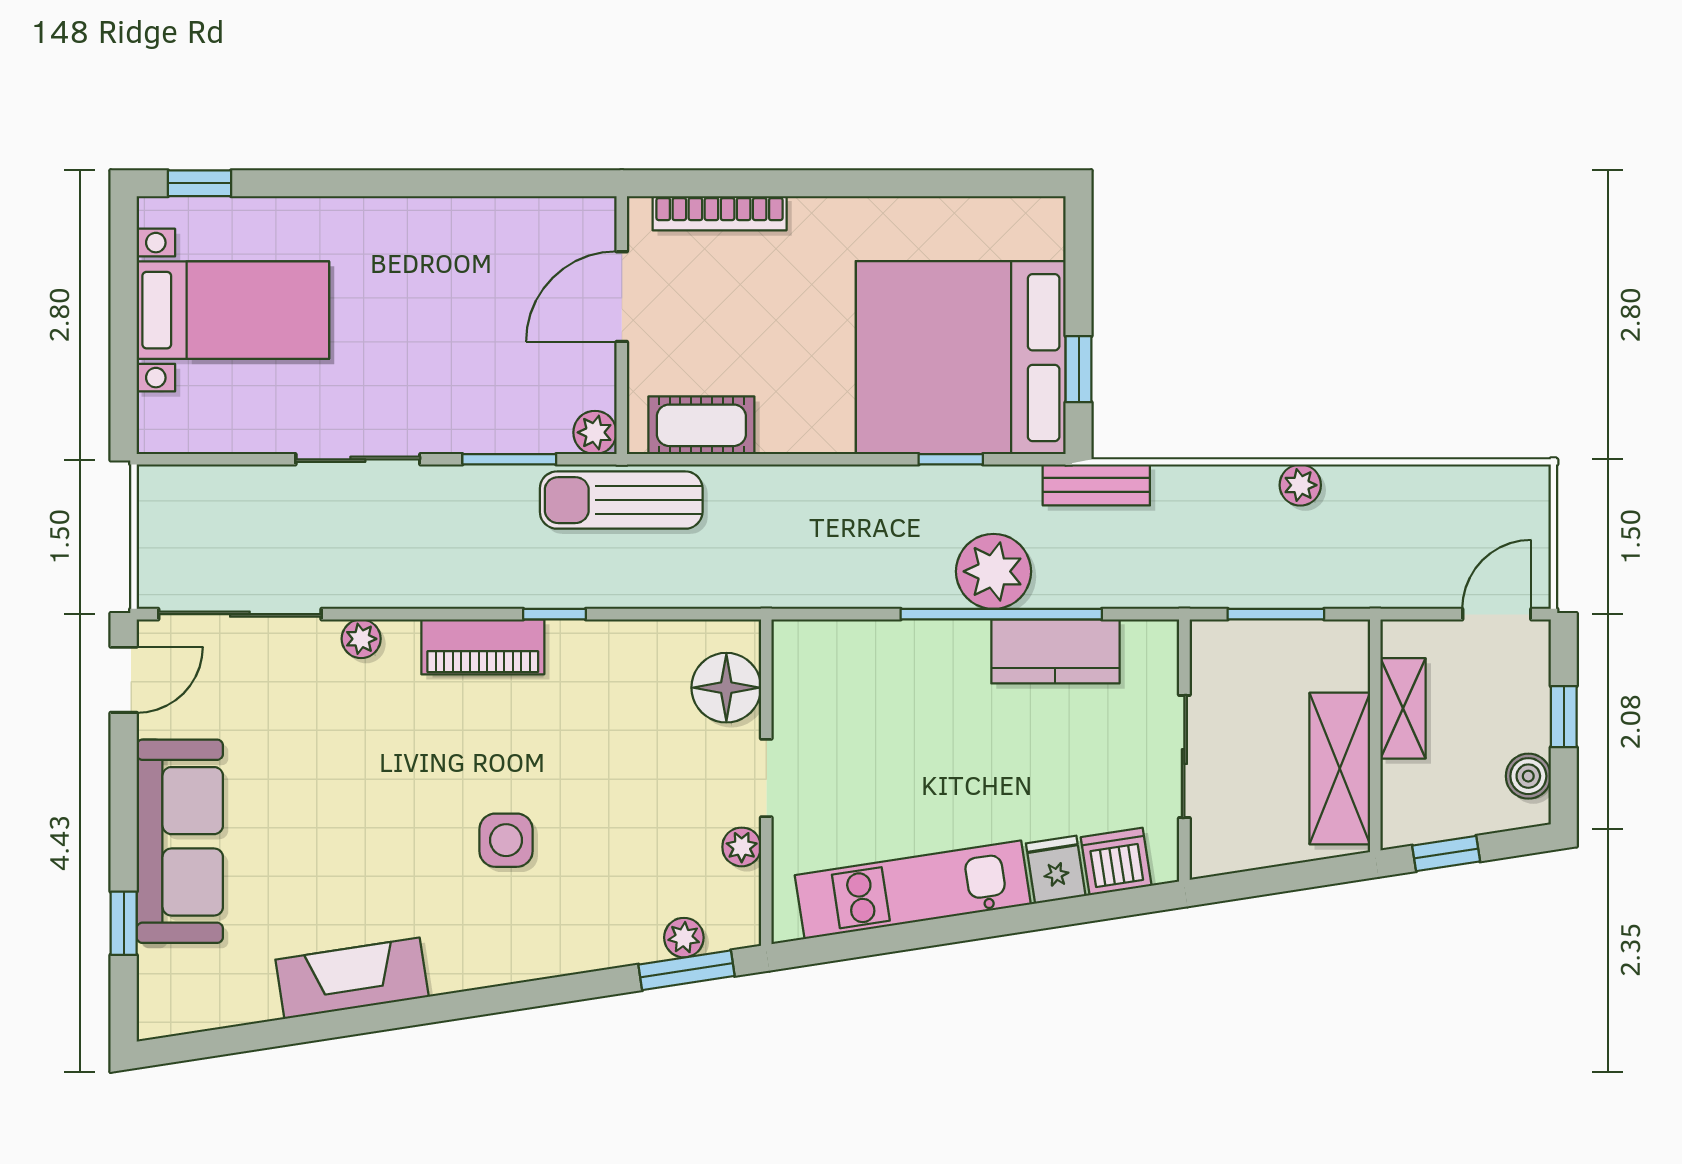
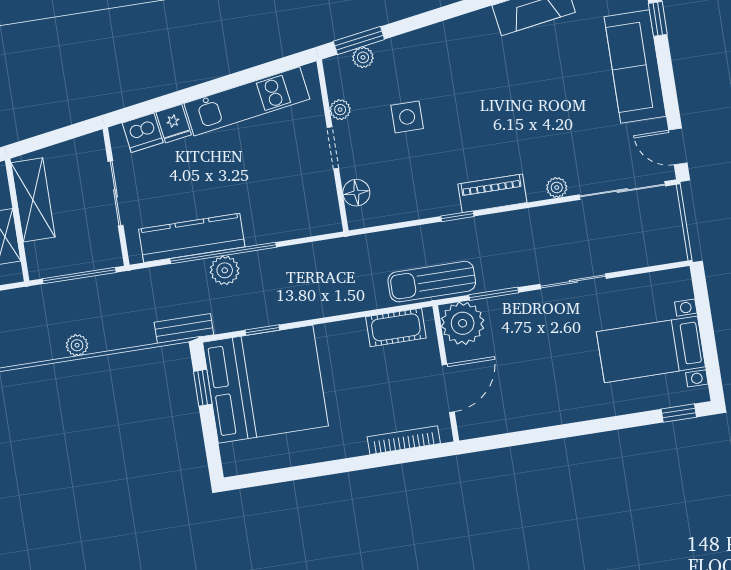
plant: (595, 432) -> (463, 323), width x1.88, depth x1.88
sun lounger: (621, 500) -> (432, 282), turned 180
plant: (993, 571) -> (225, 270), width x0.73, depth x0.73
window: (1276, 614) -> (79, 276), width x1.44
kitchen counter: (1055, 651) -> (192, 238), width x1.50
door: (124, 680) -> (678, 147), hinge flipped
floor lamp: (726, 688) -> (356, 193), width x0.73, depth x0.73
side table: (506, 840) -> (407, 117), moved

